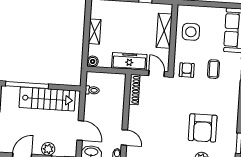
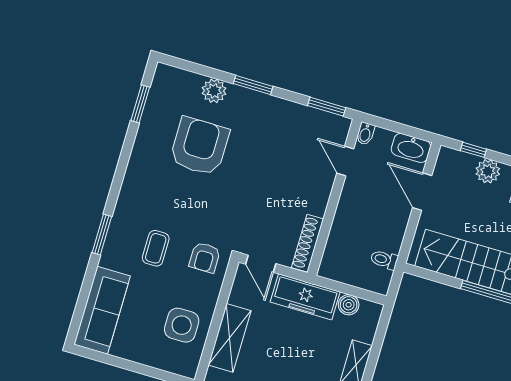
boiler: (93, 61) -> (349, 305), moved

